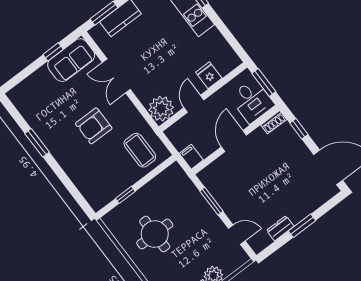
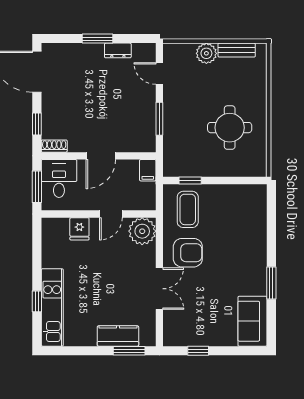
sofa: (71, 60) -> (252, 321), moved, turned -90
armchair: (94, 126) -> (188, 253), moved
window: (125, 195) -> (190, 181), moved

